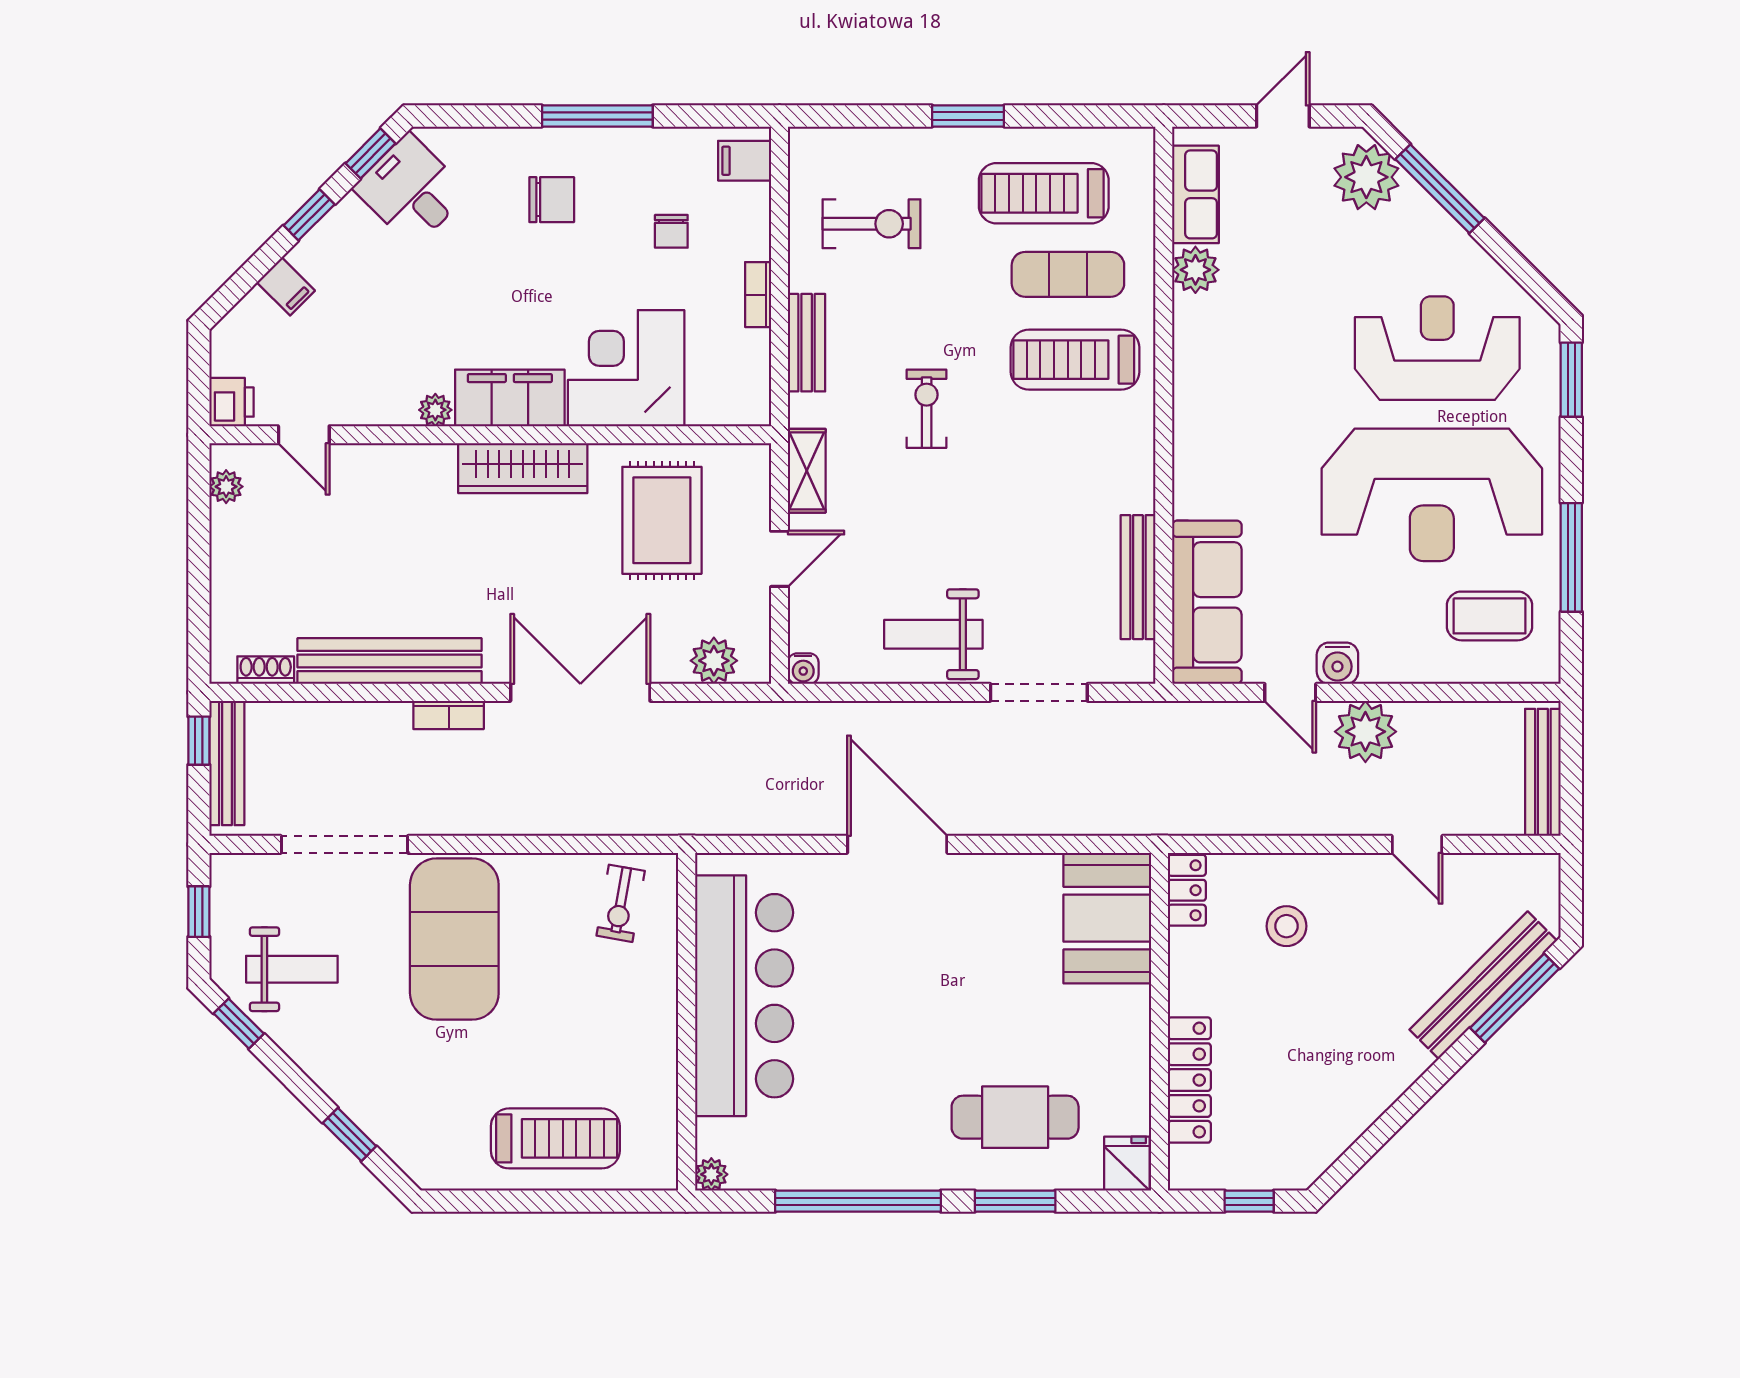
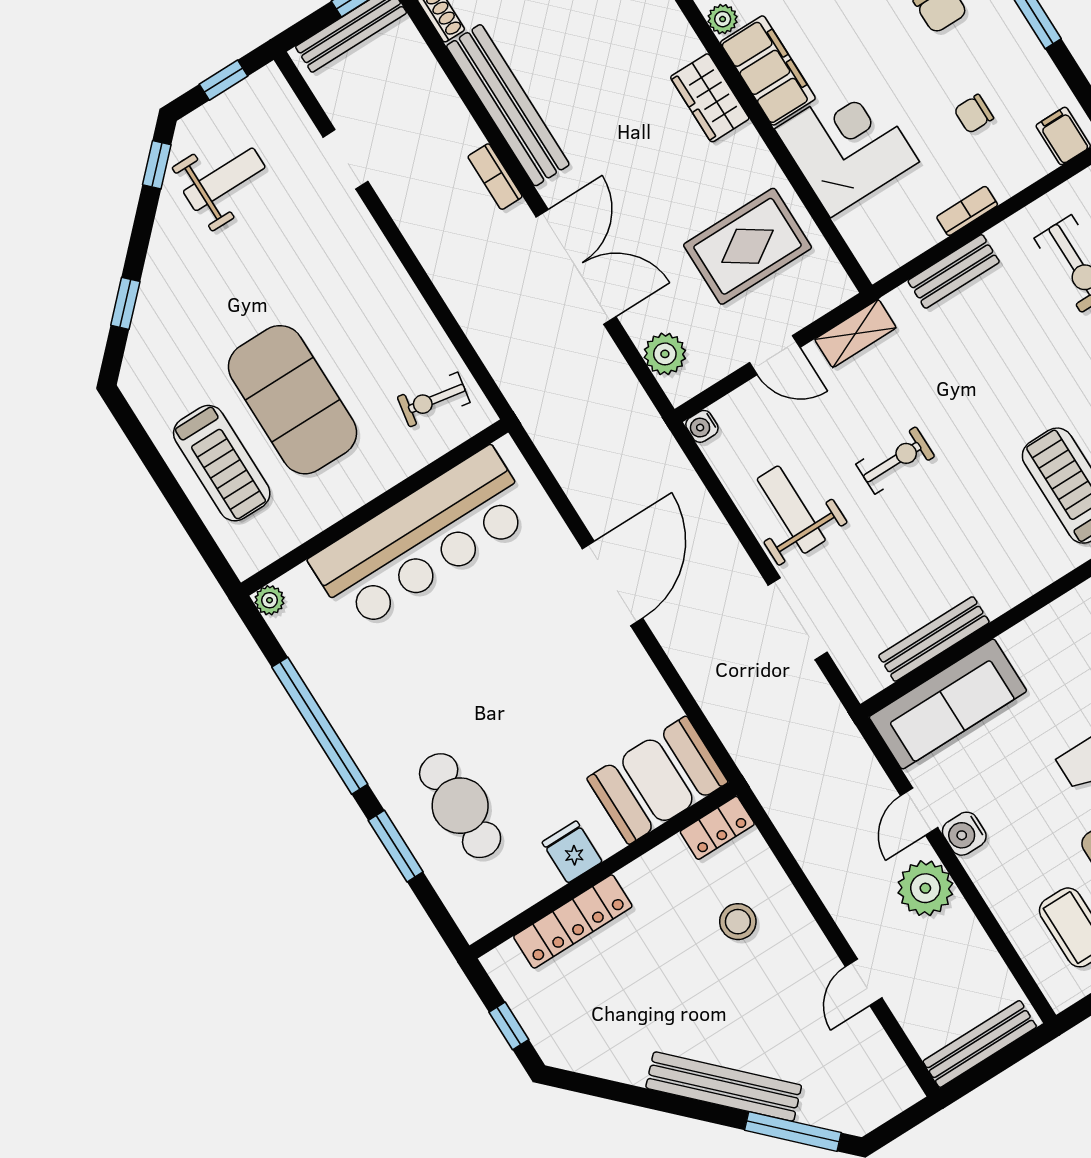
exercise bike: (927, 409) -> (895, 460), moved
wardrobe: (523, 468) -> (710, 98), width x0.67
doorway: (344, 844) -> (345, 159), width x0.53
exercise mat: (454, 939) -> (293, 400), moved, turned 90
weight bench: (292, 969) -> (224, 179), turned -90
bench: (1483, 985) -> (724, 1087), moved
fridge: (1127, 1164) -> (572, 852), moved, turned -90

